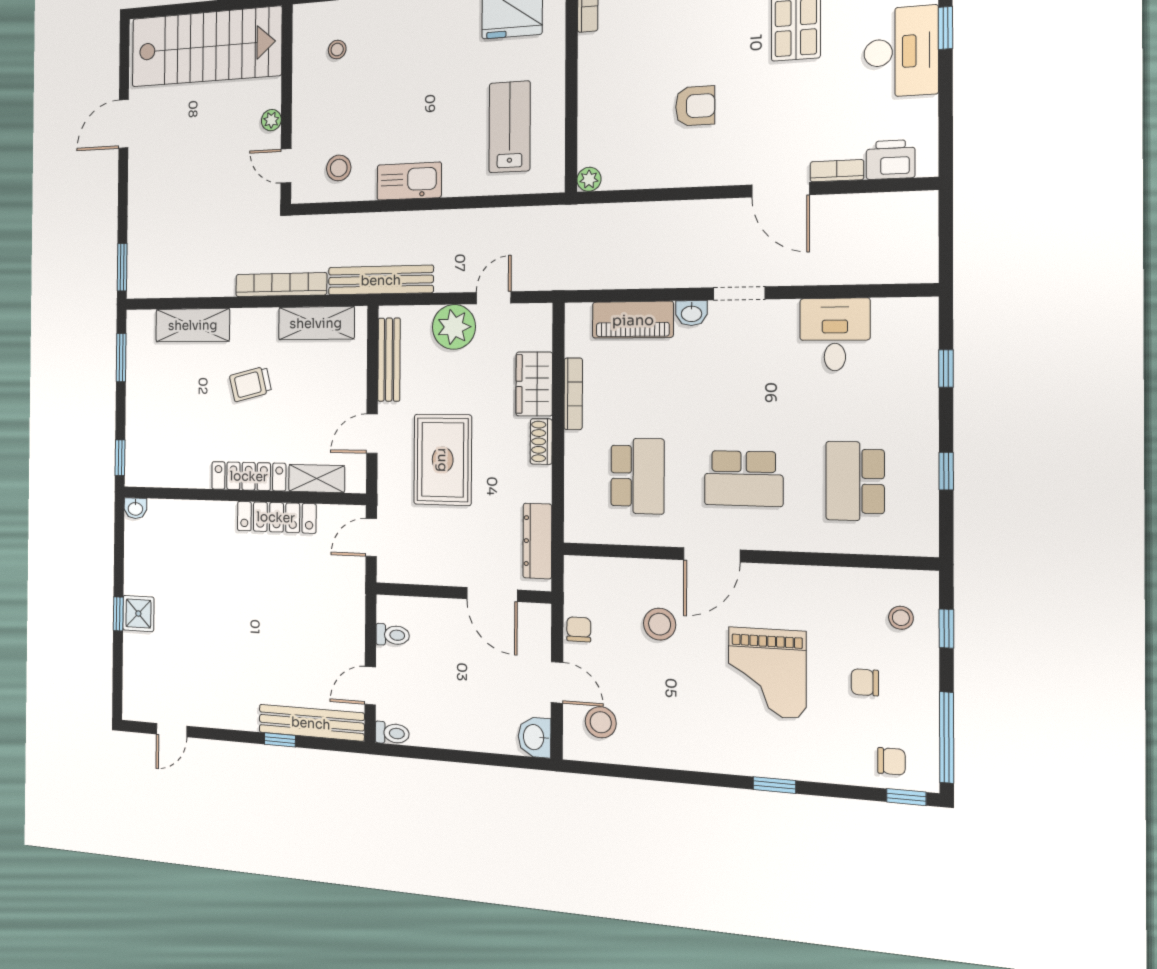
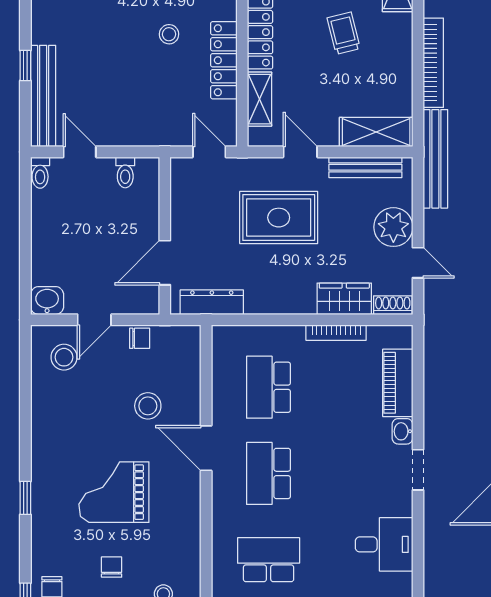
shelving: (316, 323) -> (376, 132), moved, turned 90
shoe rack: (541, 441) -> (393, 305), moved
school desk: (637, 476) -> (269, 387), turned 90
stool: (250, 577) -> (169, 34), added

